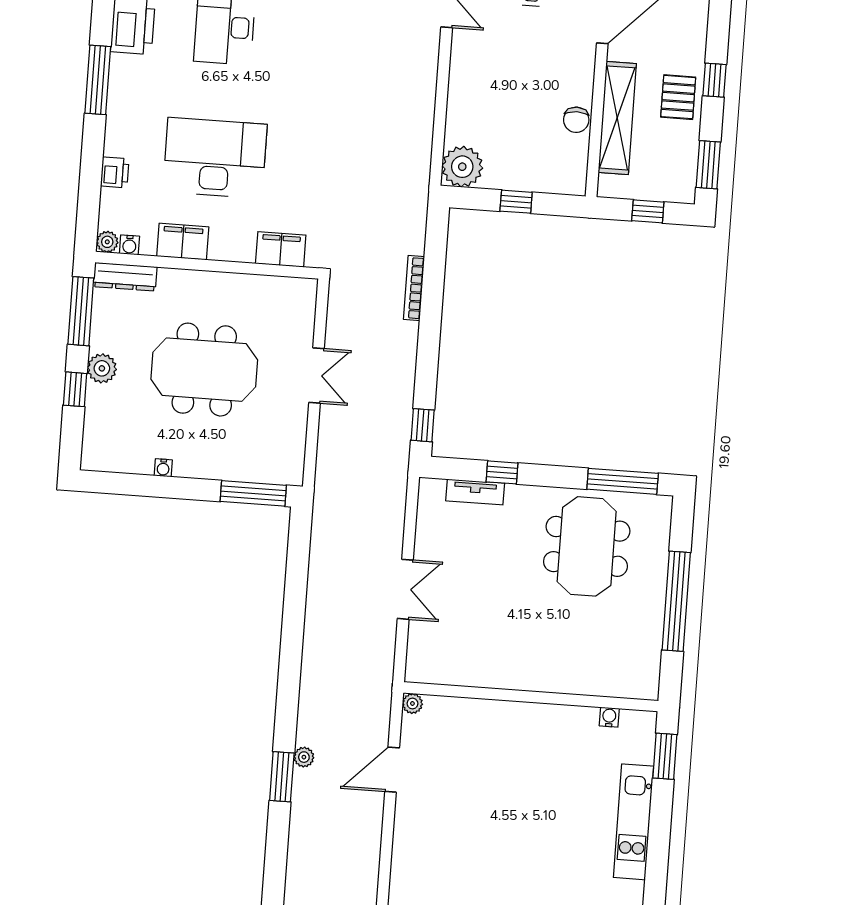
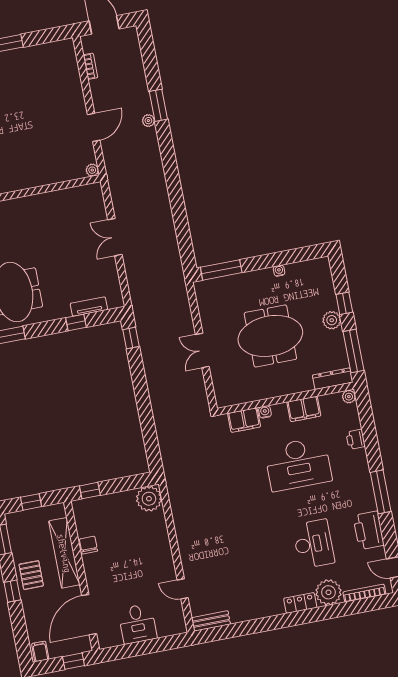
window: (516, 202) -> (90, 491), moved
water cooler: (129, 245) -> (265, 412), moved
bookcase: (414, 288) -> (90, 66), moved, width x0.64

